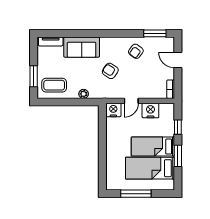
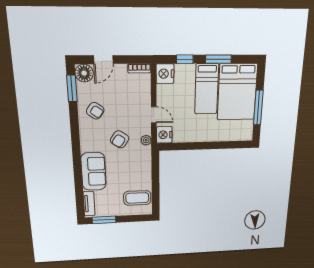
floor lamp: (167, 44) -> (84, 73), added
window: (34, 76) -> (104, 220), moved
coffee table: (54, 85) -> (137, 198), turned 90
plant: (84, 94) -> (146, 140), moved
nightstand: (150, 111) -> (165, 74), moved
bed: (150, 168) -> (237, 92), width x1.50

